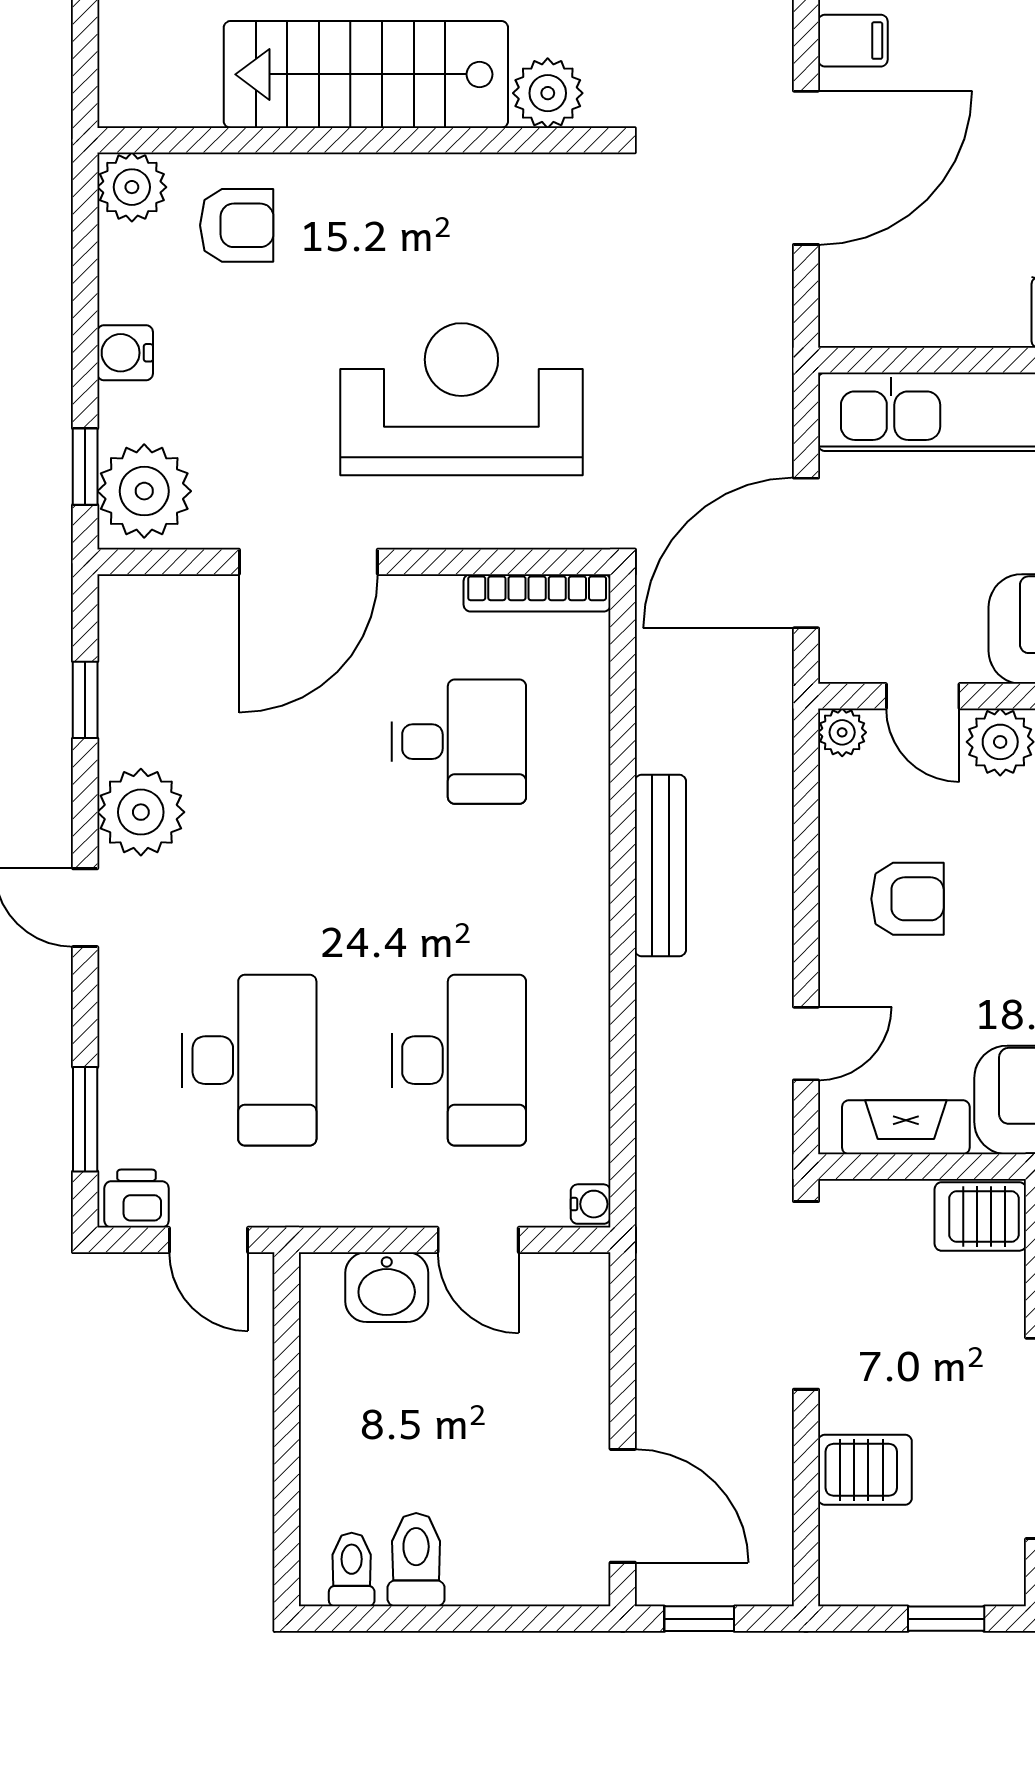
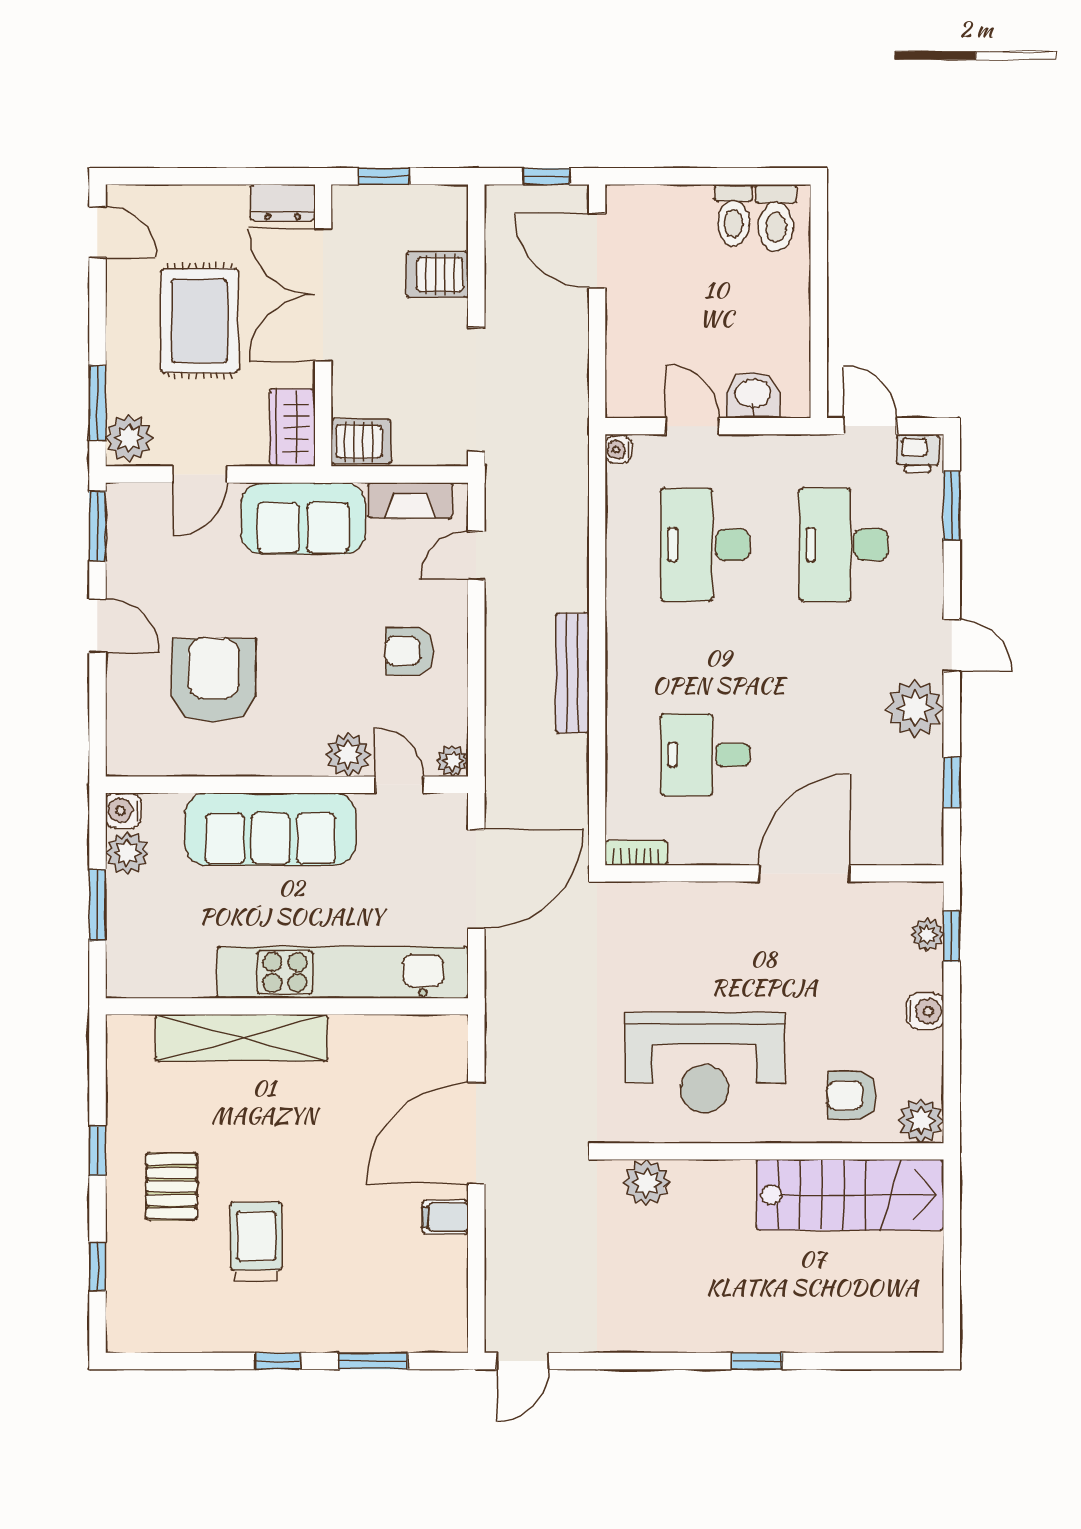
stairs: (366, 74) -> (850, 1195), moved
reception desk: (461, 399) -> (705, 1063), moved
plant: (144, 491) -> (927, 934), width x0.53, depth x0.53
bookcase: (537, 593) -> (636, 853), width x0.64
toilet: (352, 1570) -> (776, 218), width x1.37, depth x1.39

